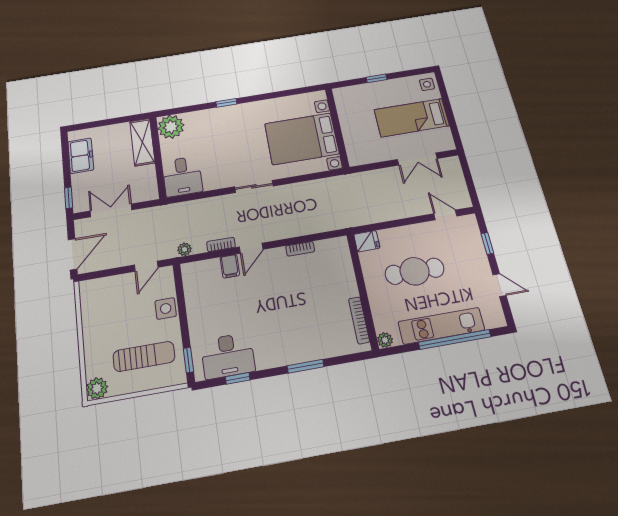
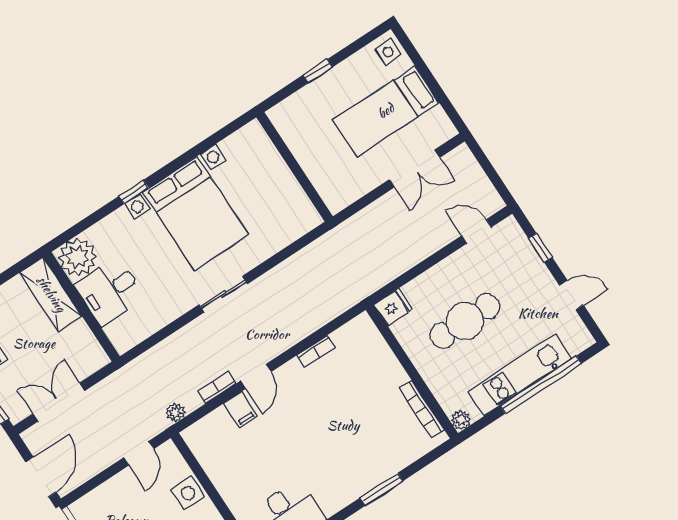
bed with nightstands: (302, 139) -> (196, 213), moved, turned -90
desk: (182, 176) -> (110, 291), moved, turned 90

